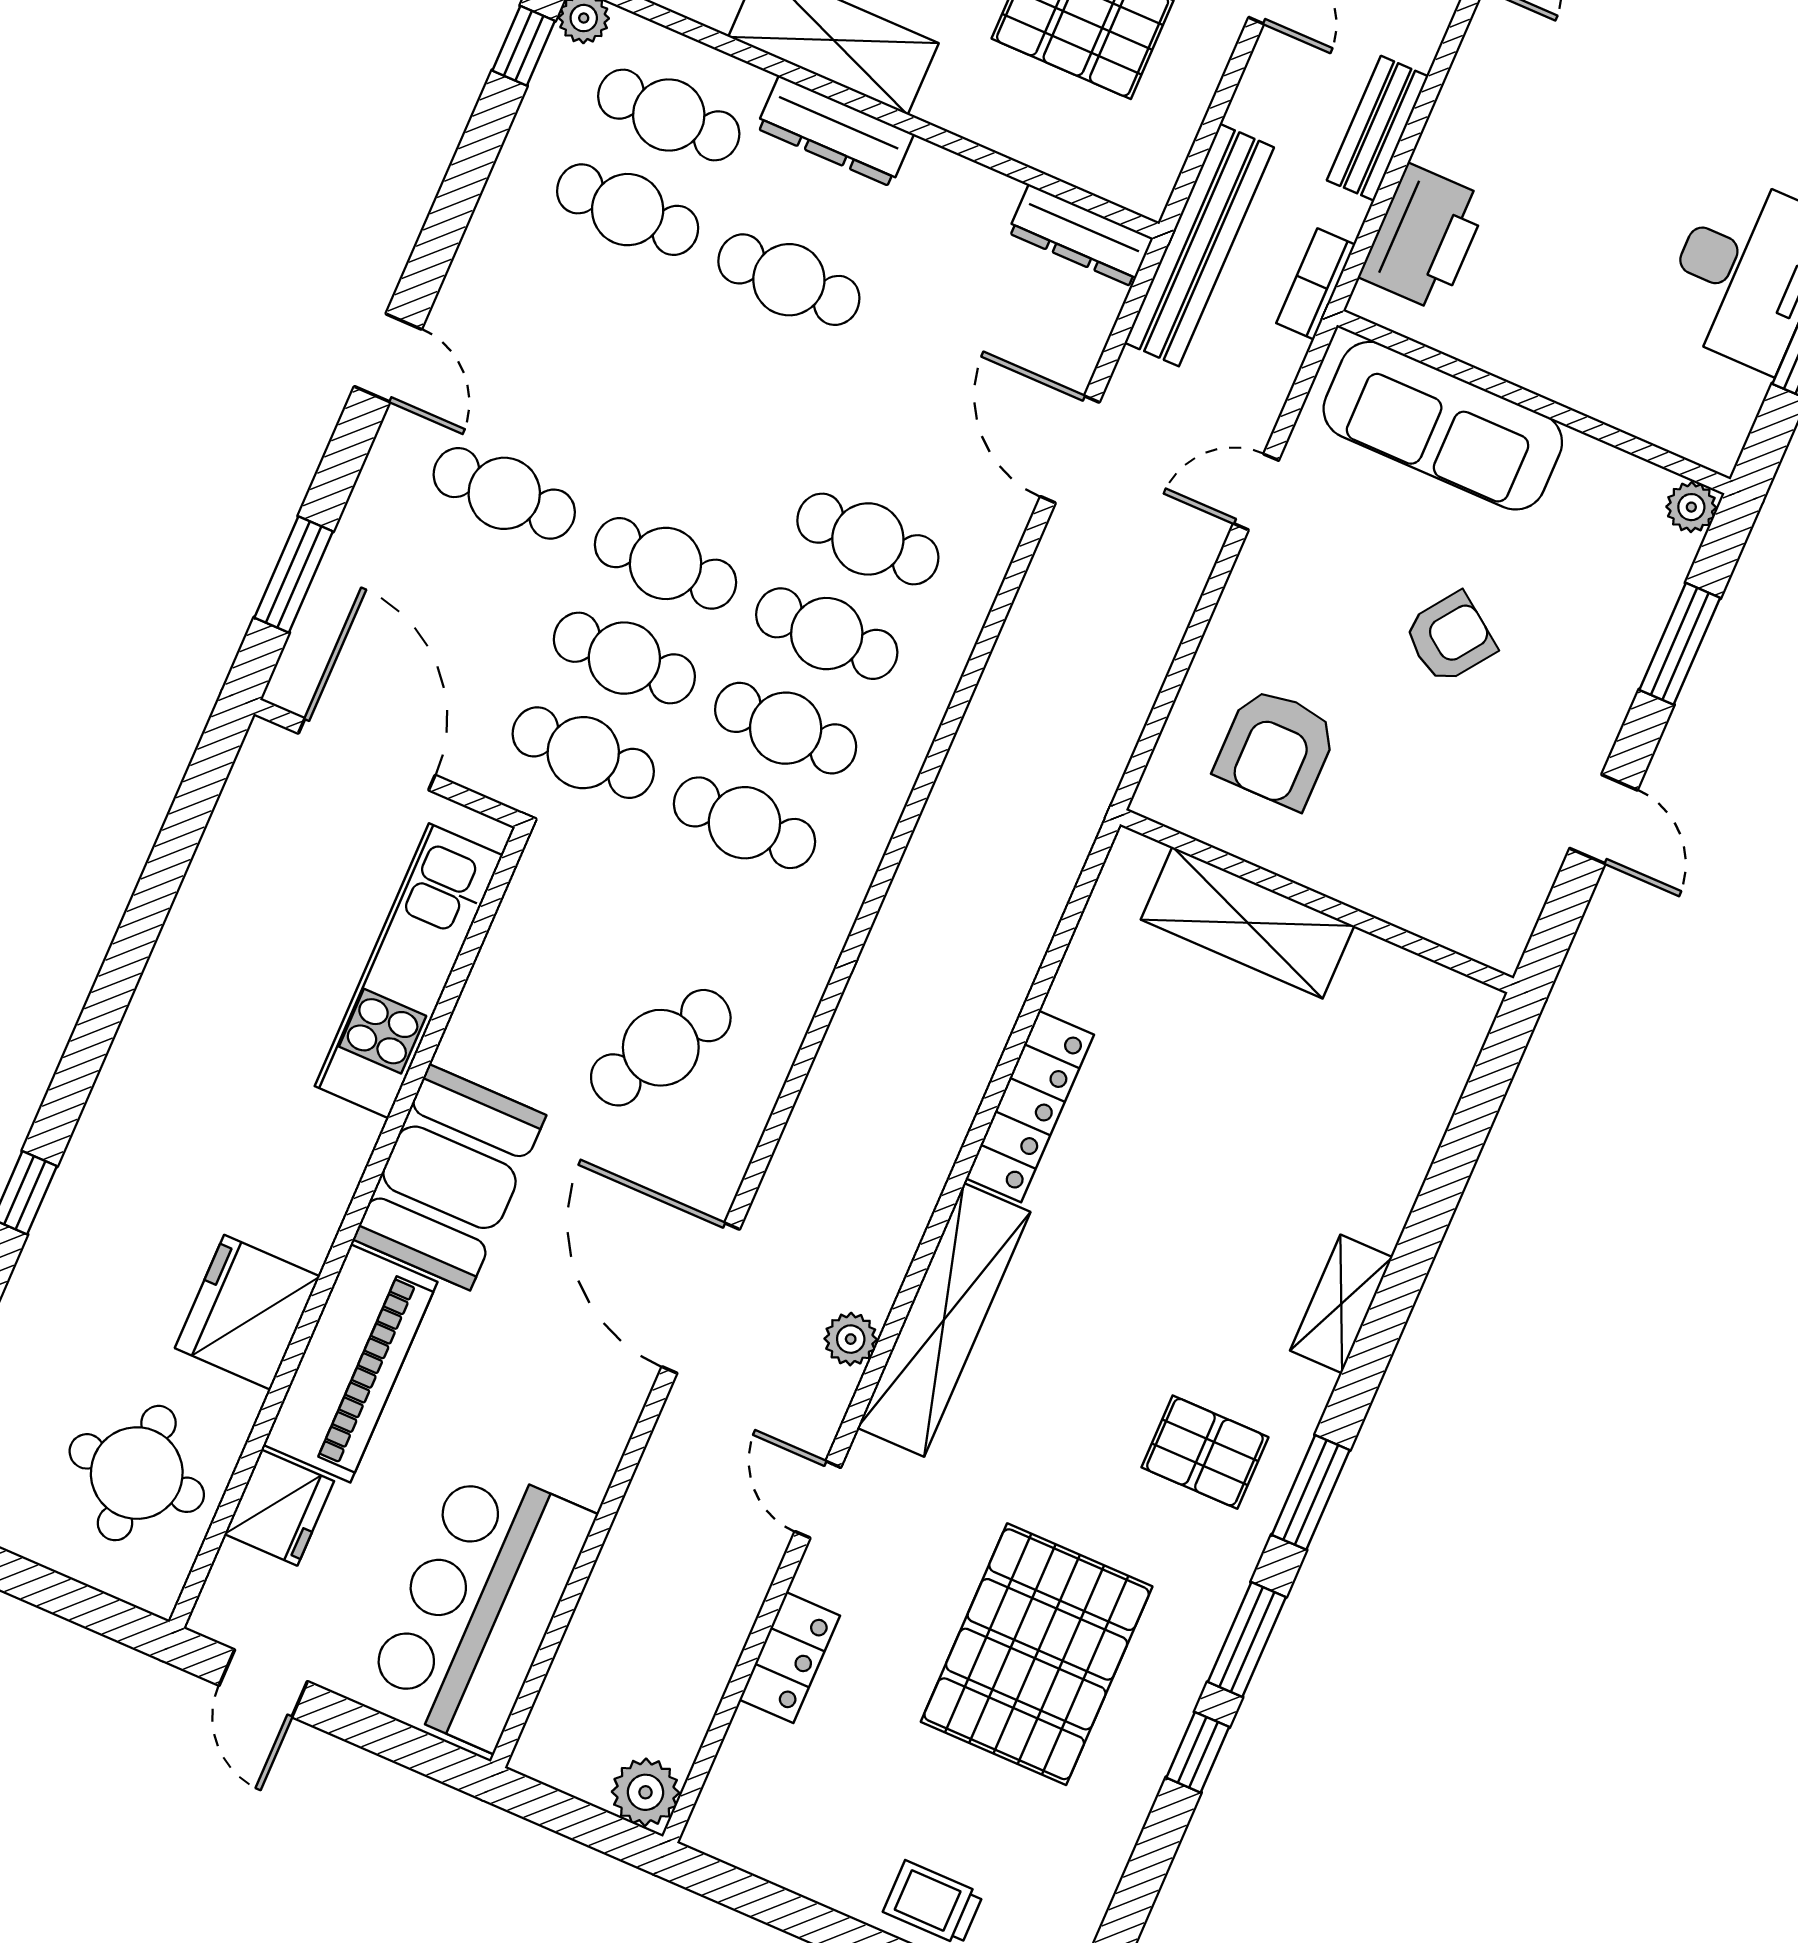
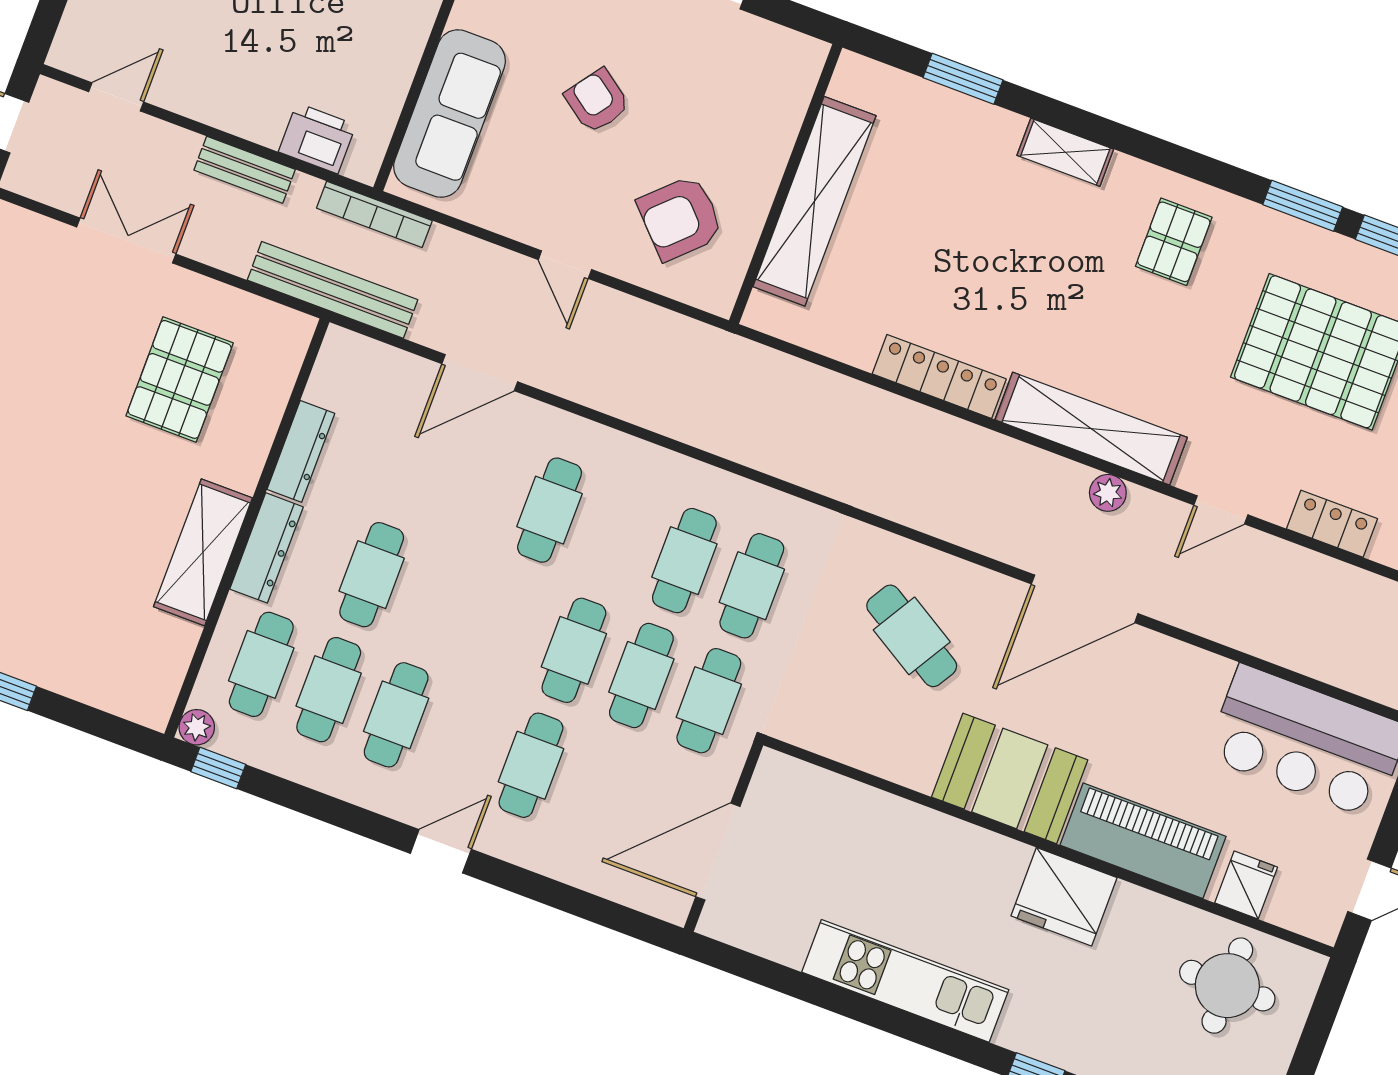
dresser: (1081, 235) -> (301, 451), moved
printer: (1424, 237) -> (317, 138), width x0.73, depth x0.84
bookcase: (1316, 284) -> (374, 214), width x1.56
door: (1256, 492) -> (565, 265), moved
window: (294, 574) -> (595, 909), removed
cafe table: (827, 634) -> (396, 715), moved
armchair: (1276, 748) -> (680, 218), turned 136
shelving: (1247, 923) -> (814, 201), width x1.47
kitchen unit: (409, 971) -> (905, 981), moved, turned 180
fridge: (247, 1312) -> (1064, 897), moved
window: (1311, 1492) -> (963, 79), moved
fridge: (279, 1508) -> (1246, 885), width x0.72

